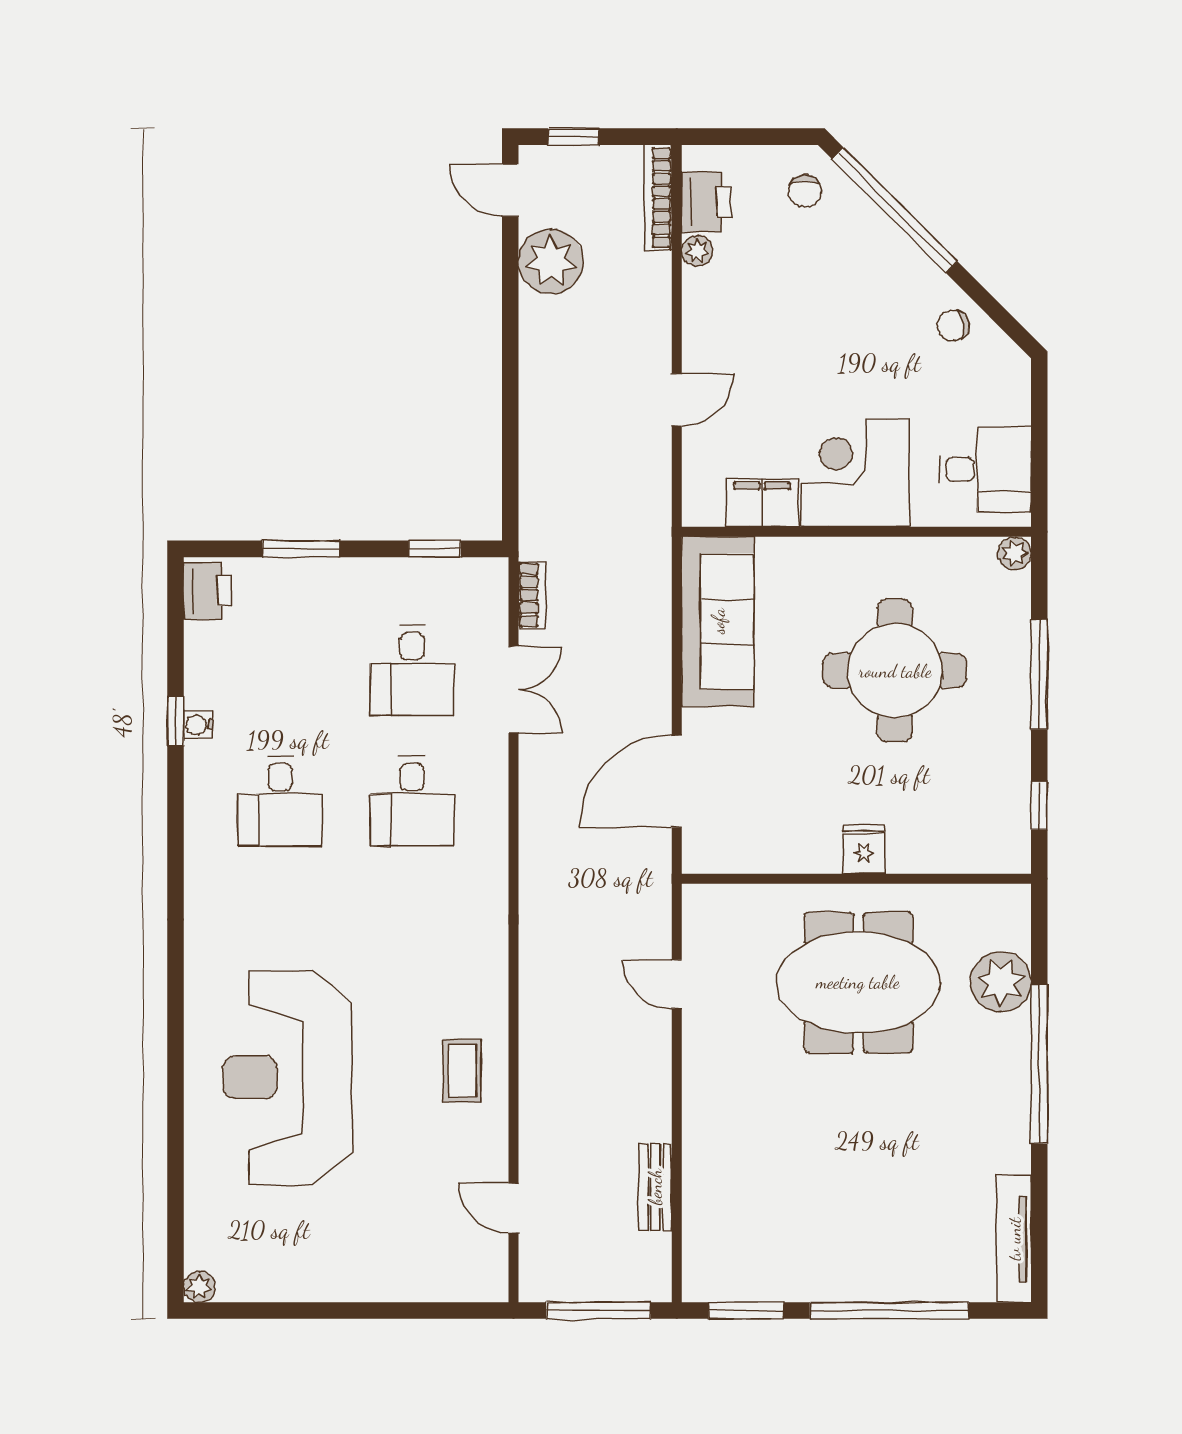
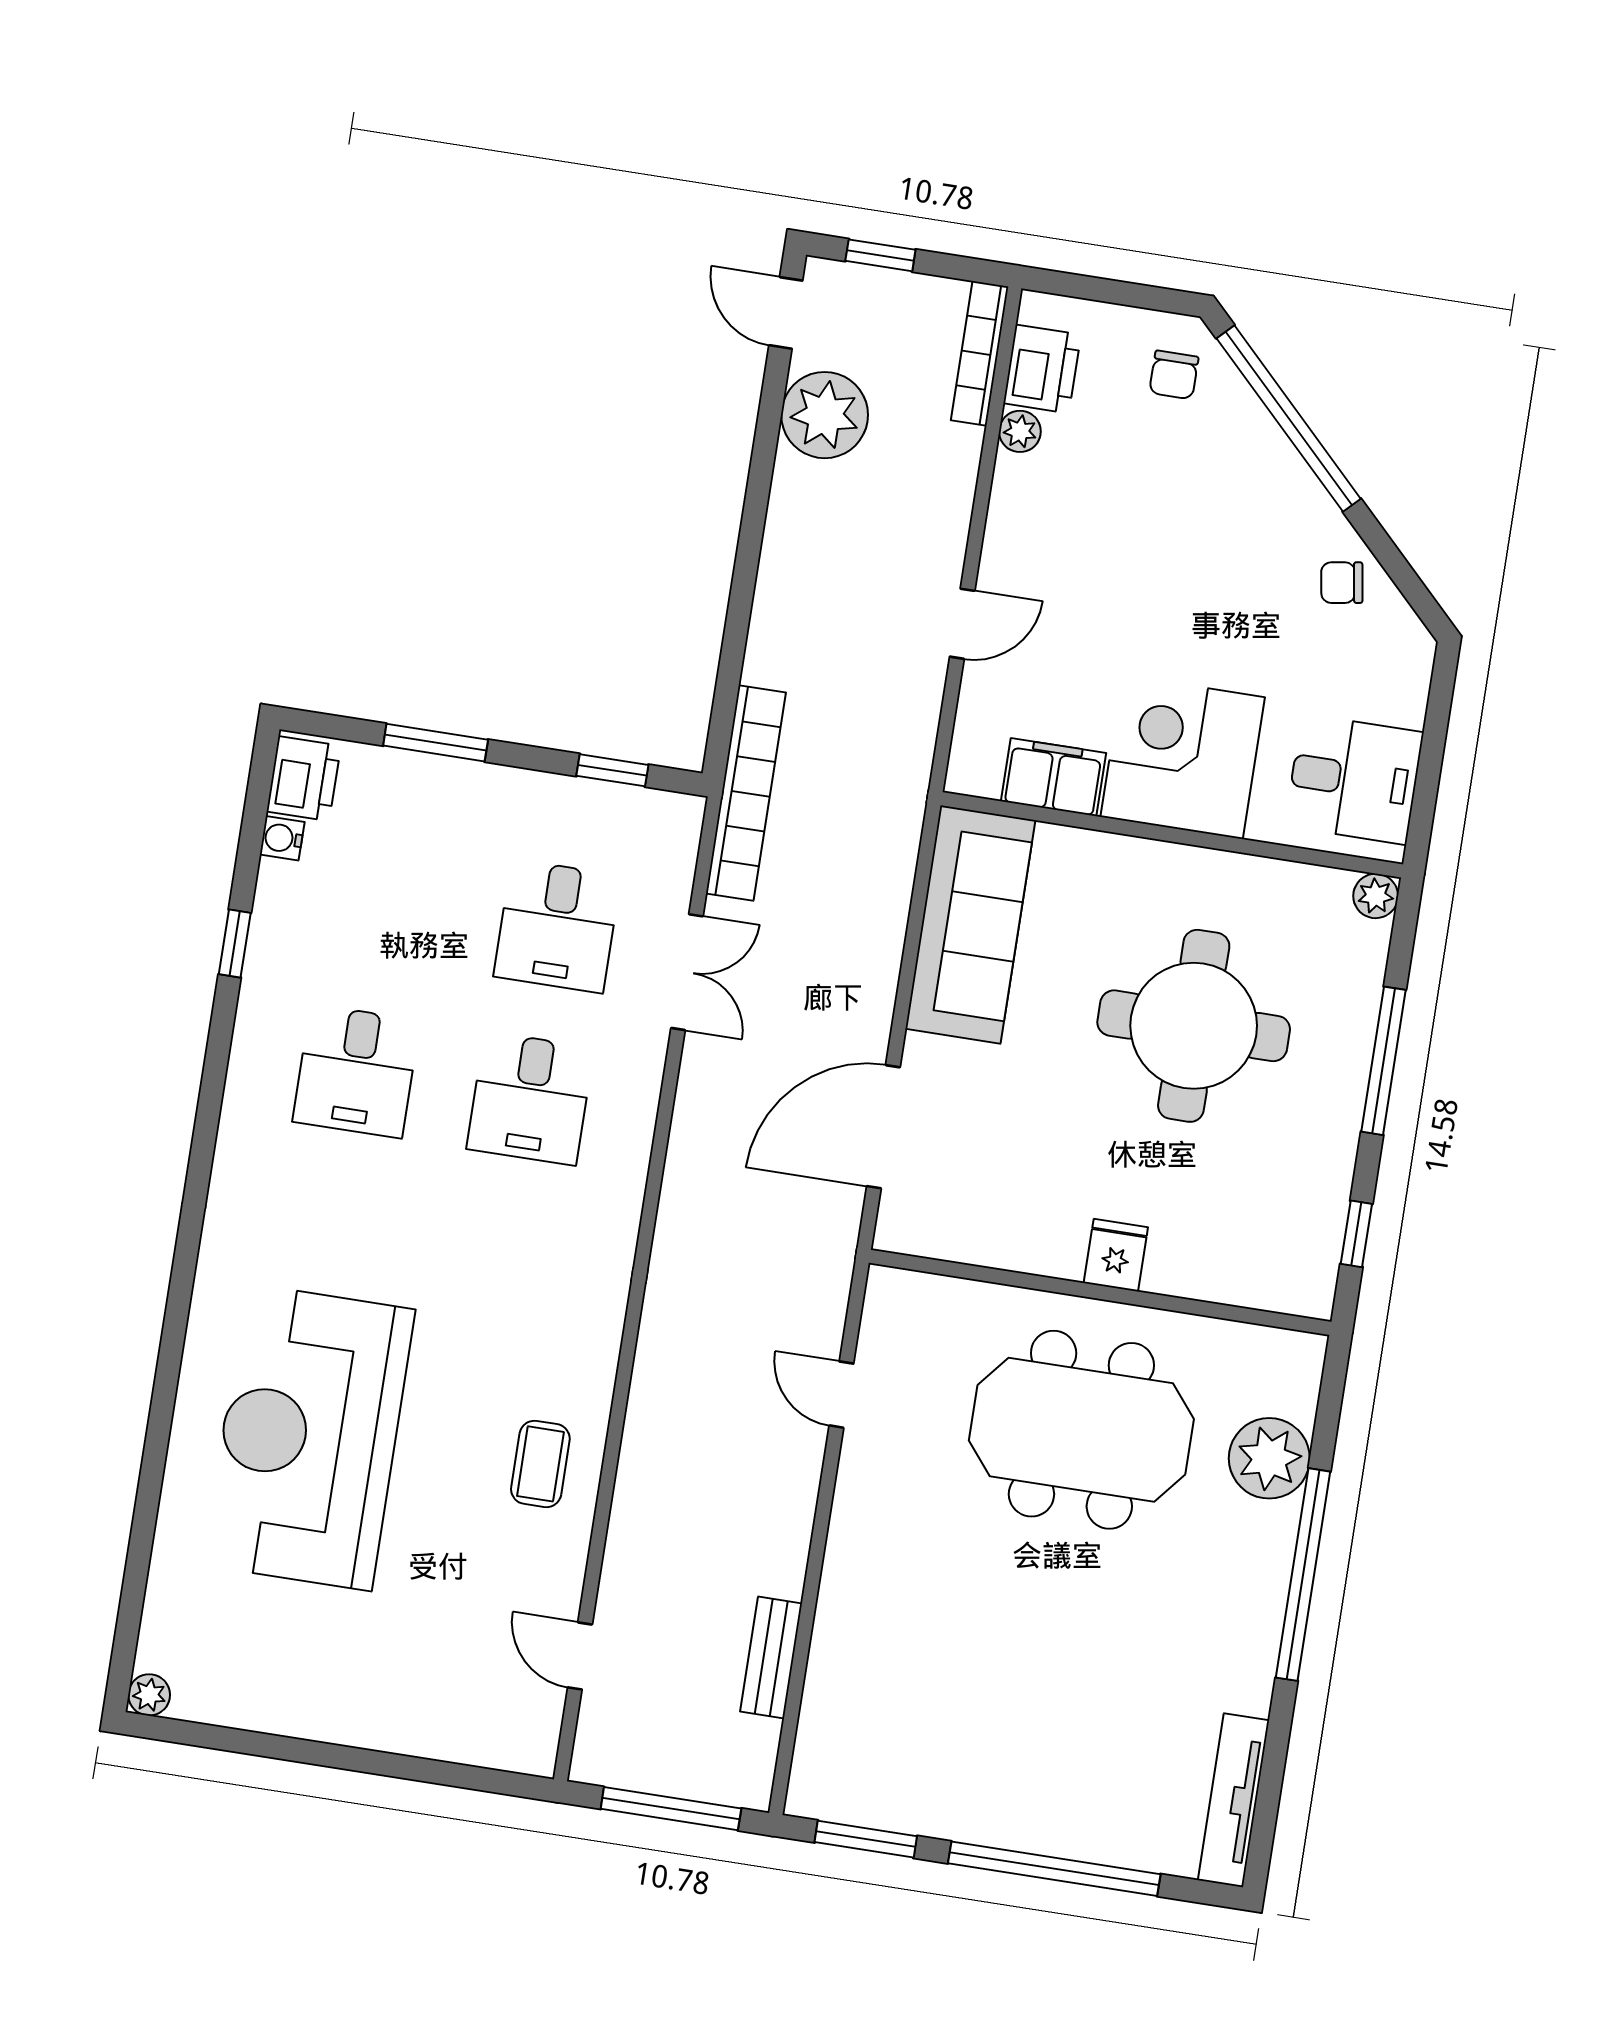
bookcase: (532, 595) -> (746, 793), width x2.31, depth x1.31
water cooler: (198, 725) -> (282, 838), moved

